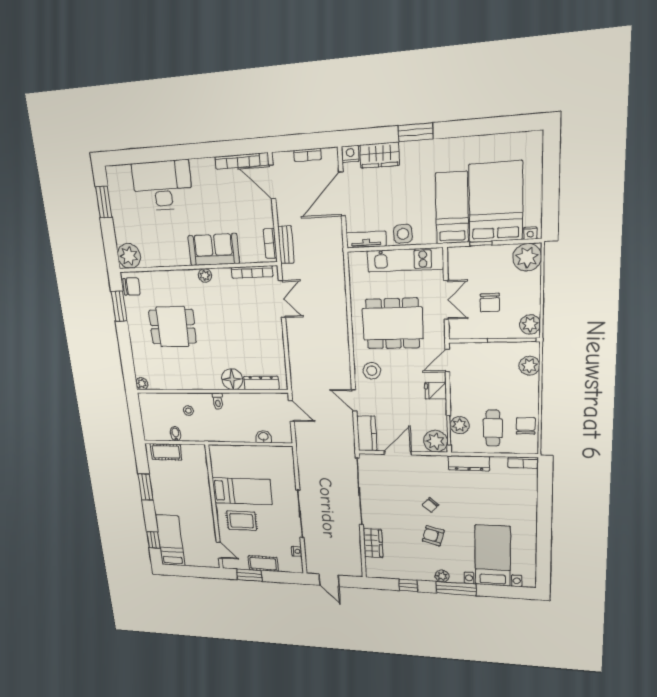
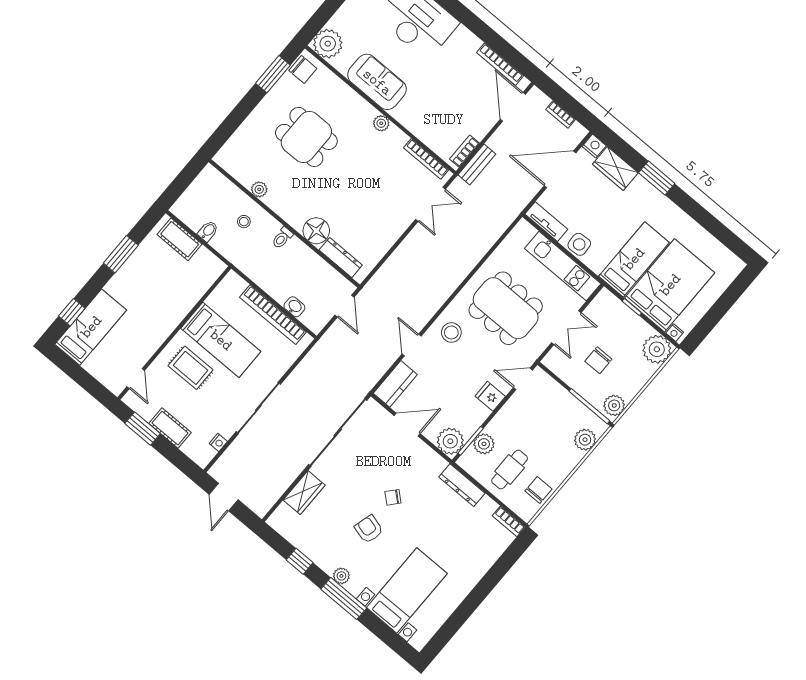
sofa: (214, 250) -> (377, 82), moved
plant: (142, 384) -> (259, 189), moved
bookcase: (256, 452) -> (273, 315), added

